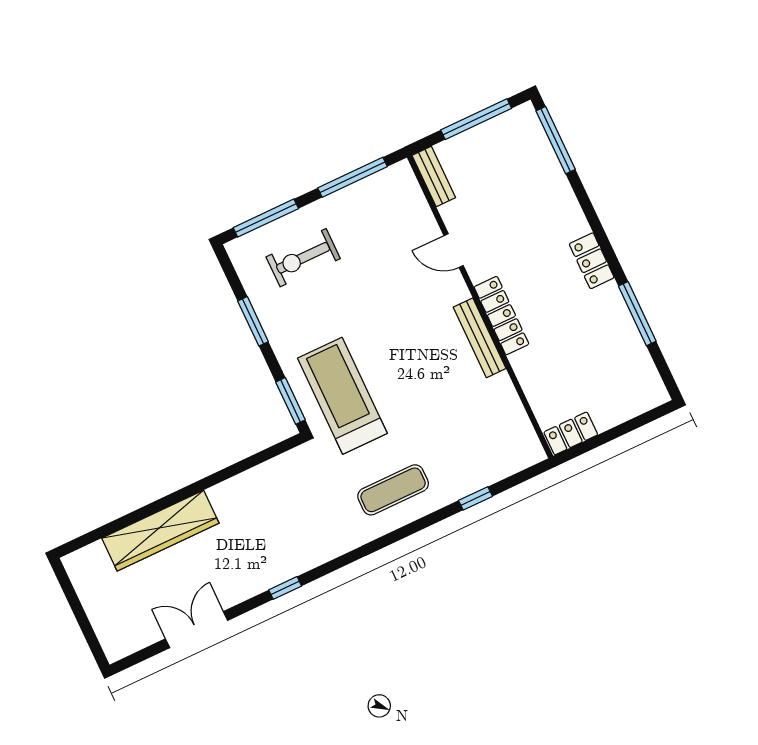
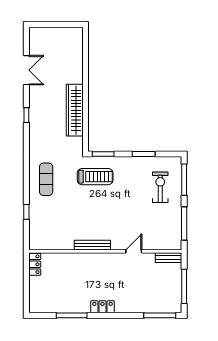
locker: (501, 316) -> (97, 258), removed
treadmill: (342, 396) -> (95, 177), width x0.73, depth x0.73
wardrobe: (160, 531) -> (75, 110), moved

